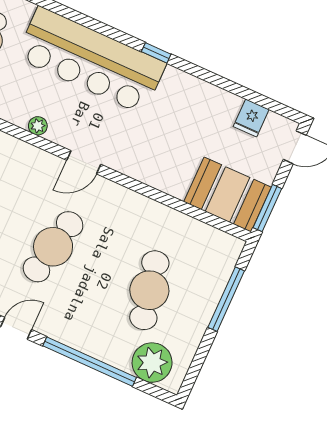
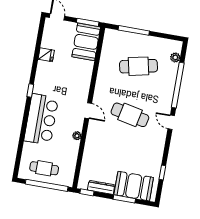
bar counter: (91, 60) -> (41, 119), width x0.73
fridge: (251, 118) -> (46, 55), moved
plant: (152, 363) -> (175, 57), width x0.53, depth x0.53

